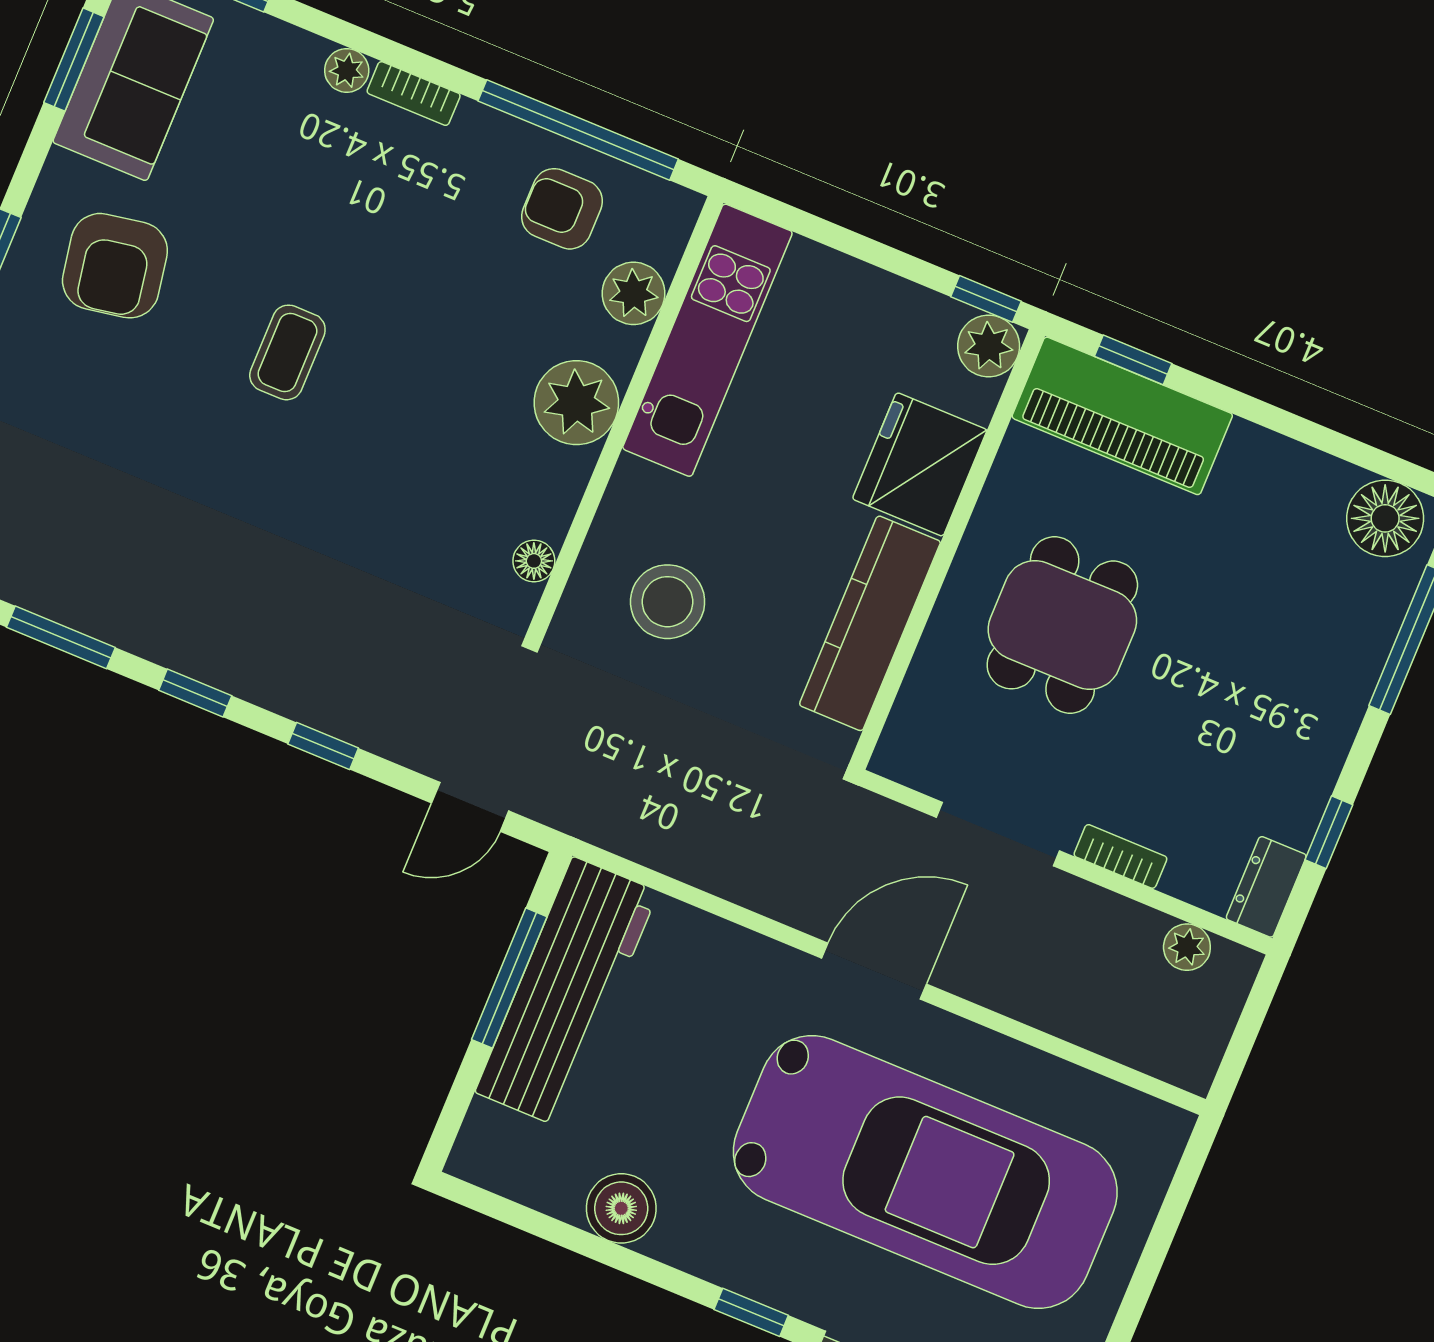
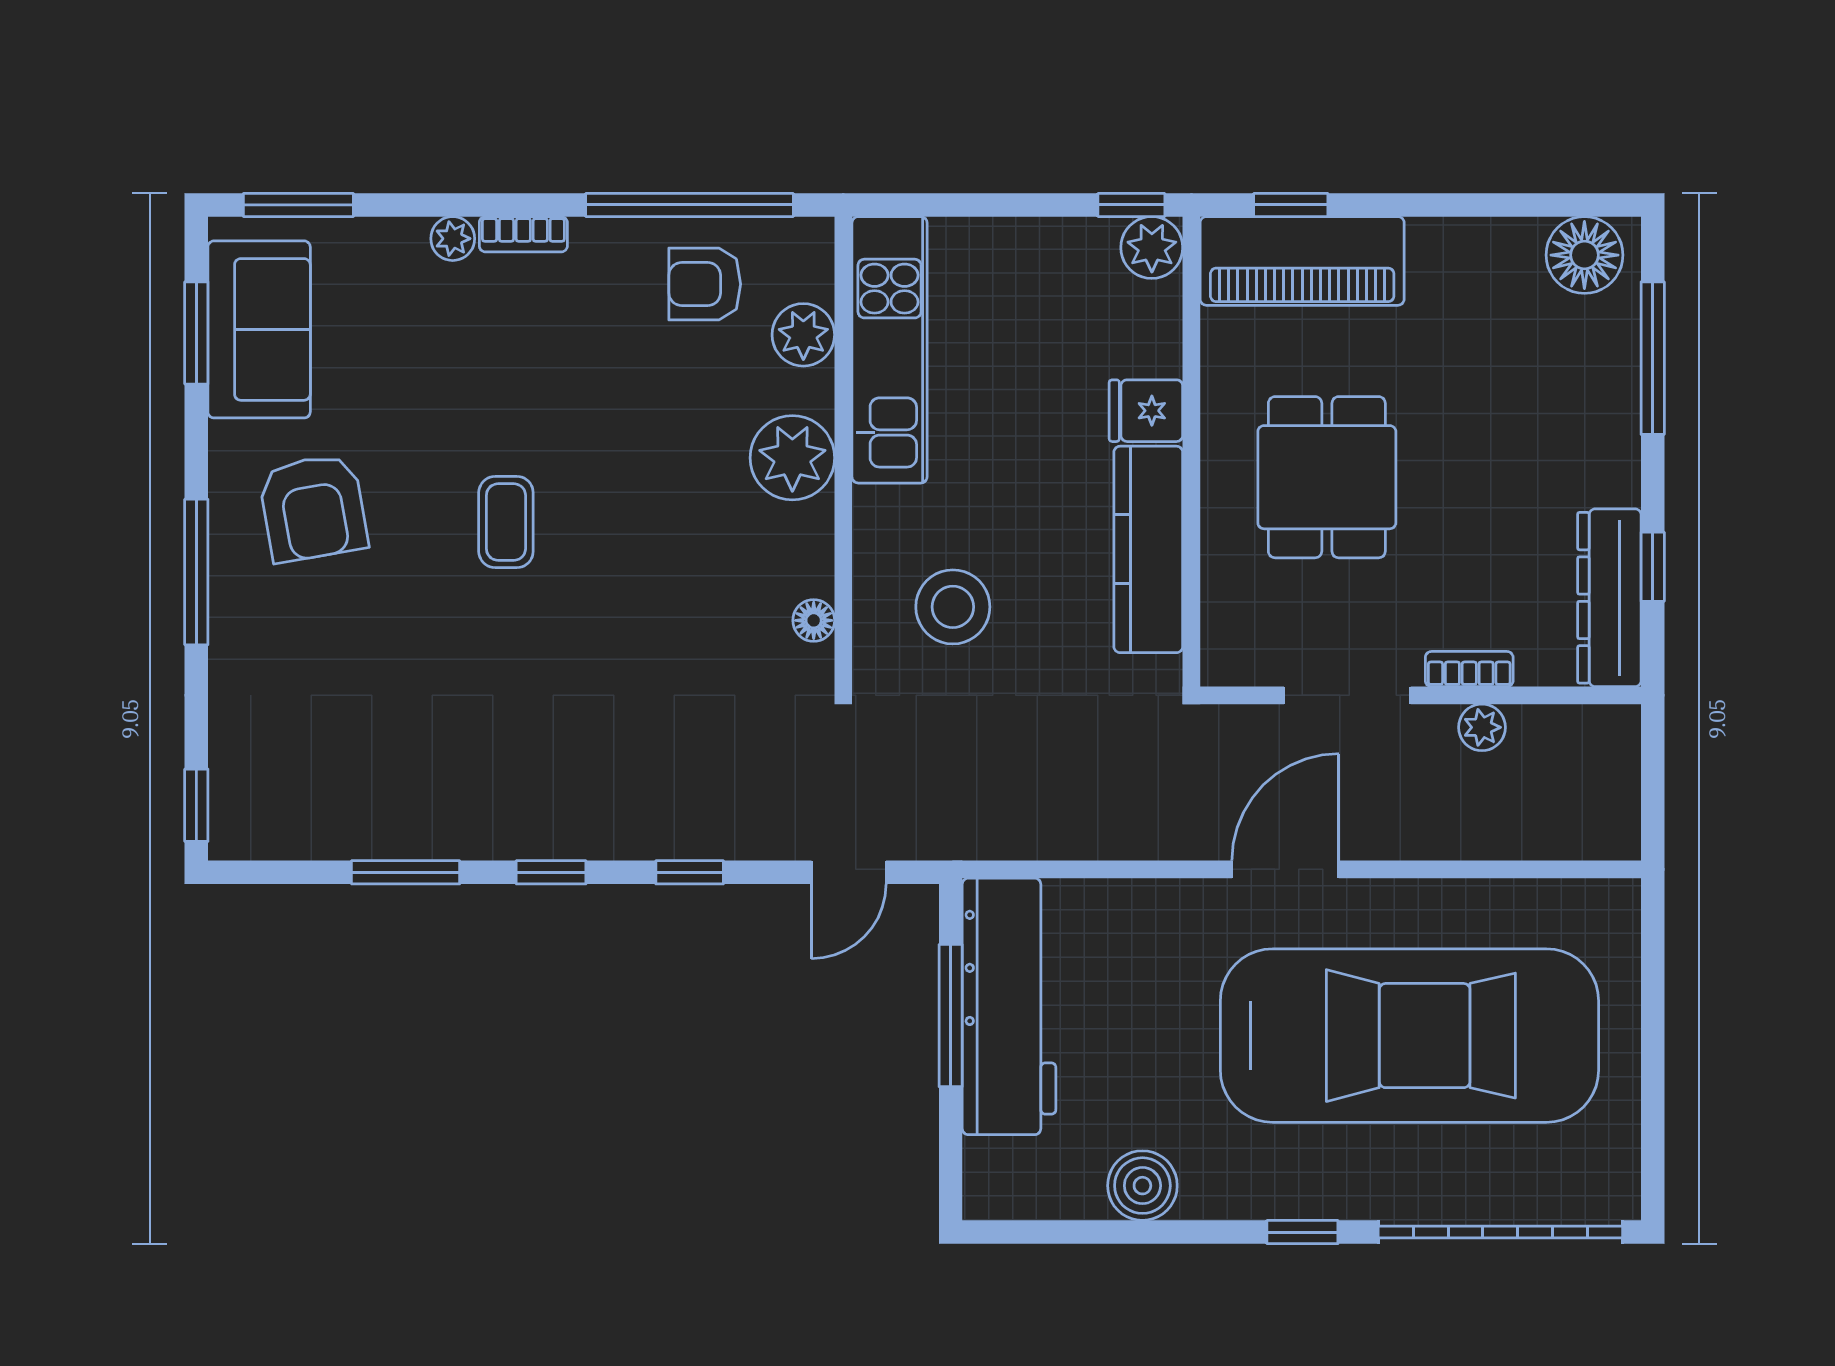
fridge: (920, 464) -> (1146, 411), width x0.53, depth x0.75
dresser: (1266, 887) -> (1609, 598), width x1.96, depth x1.24
plant: (1187, 947) -> (1482, 727), moved

